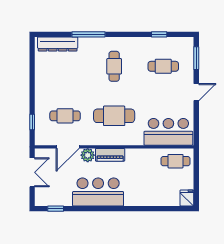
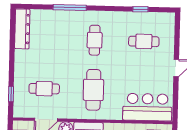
dresser: (58, 44) -> (22, 29), moved, turned -90
window: (196, 58) -> (177, 34), removed
cafe table: (114, 116) -> (93, 90), turned 90

